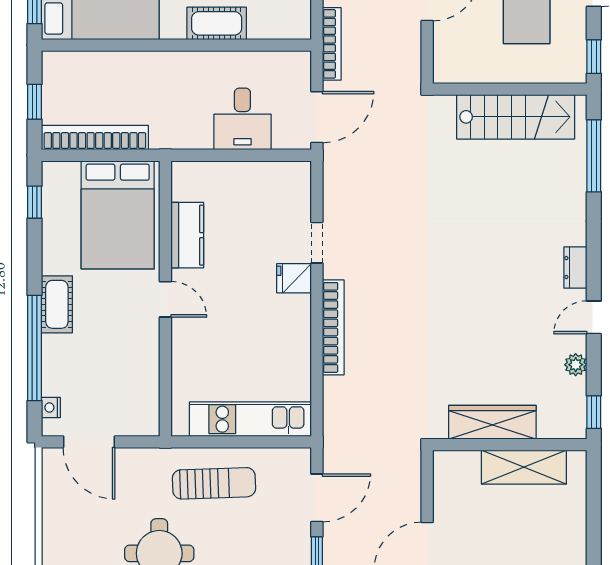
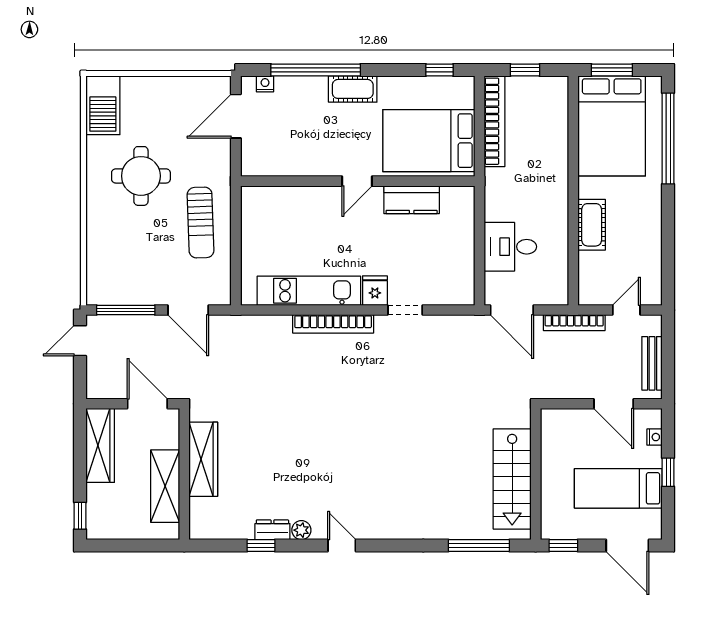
dresser: (575, 268) -> (272, 530), moved
kitchen unit: (250, 419) -> (309, 291), moved, turned -90
wardrobe: (492, 422) -> (203, 459), moved
wall: (510, 445) -> (184, 474), moved
shelving: (524, 467) -> (165, 486), moved

